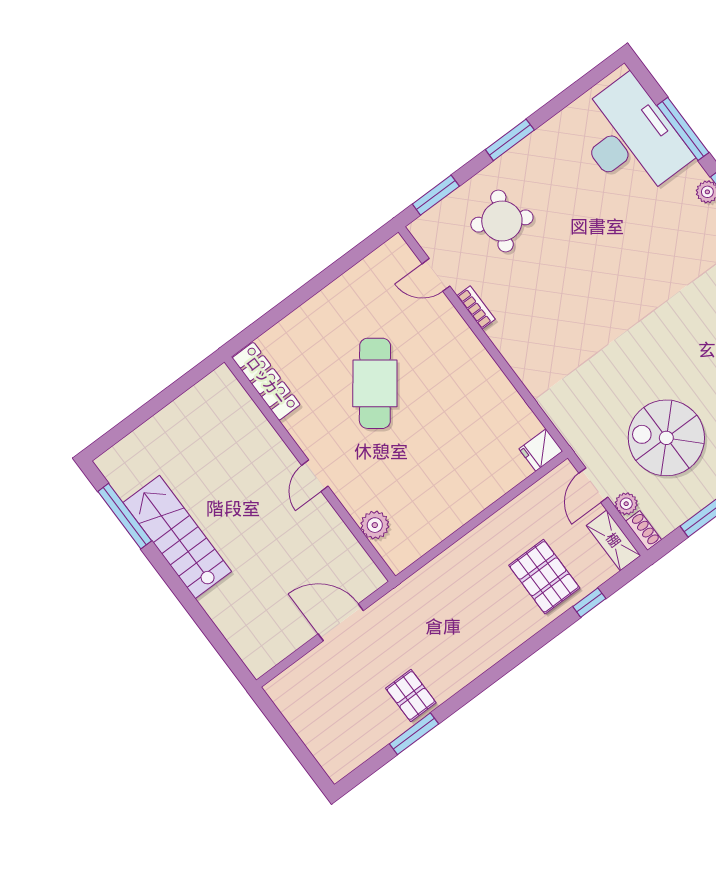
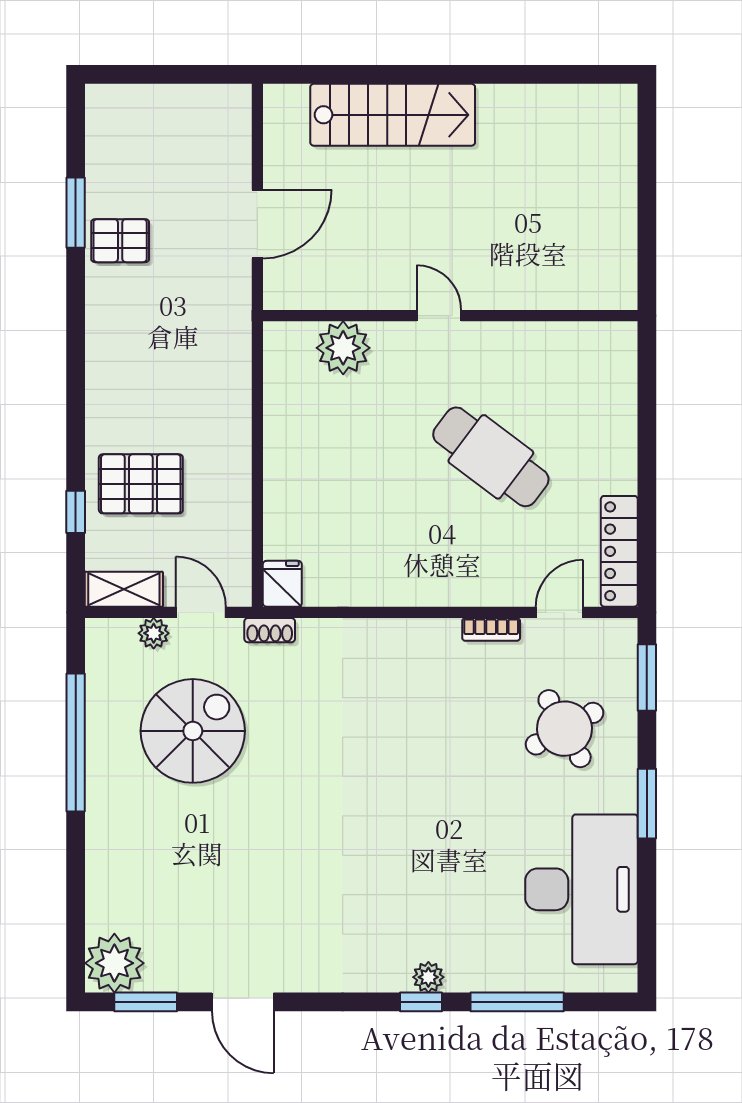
desk: (630, 139) -> (581, 889), moved, turned -90
round table: (502, 221) -> (565, 729), turned 33
locker: (266, 381) -> (619, 551), moved, turned 90
window: (125, 516) -> (550, 74), removed
plant: (375, 525) -> (343, 348), width x1.36, depth x1.36
shoe rack: (644, 531) -> (270, 630), moved
stairs: (177, 537) -> (393, 115), moved

